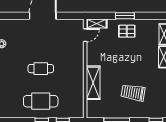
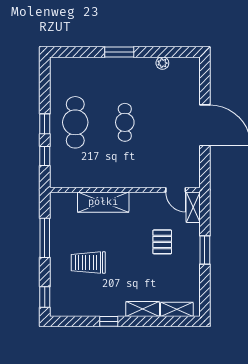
pallet: (127, 31) -> (162, 242), moved
trolley: (133, 93) -> (88, 263), turned -100

